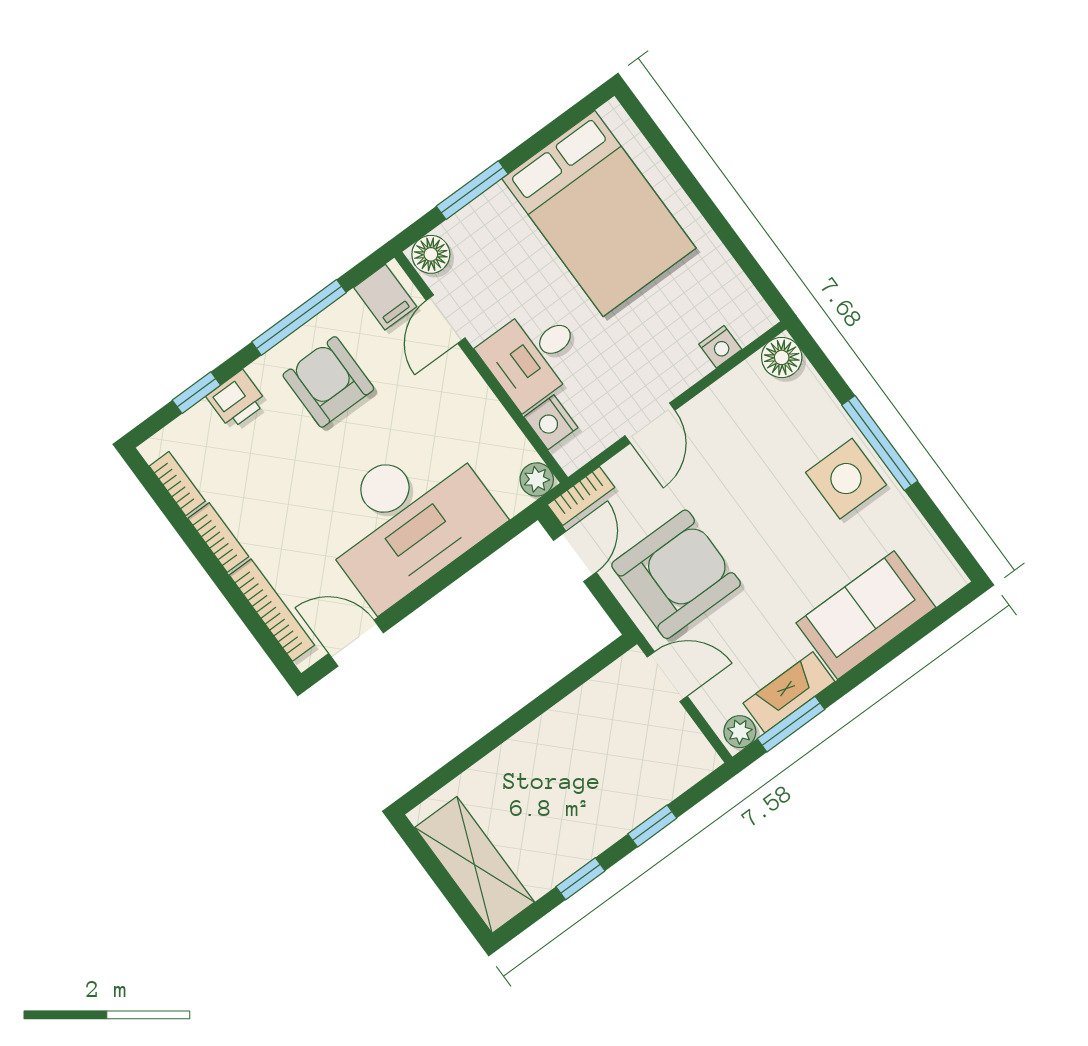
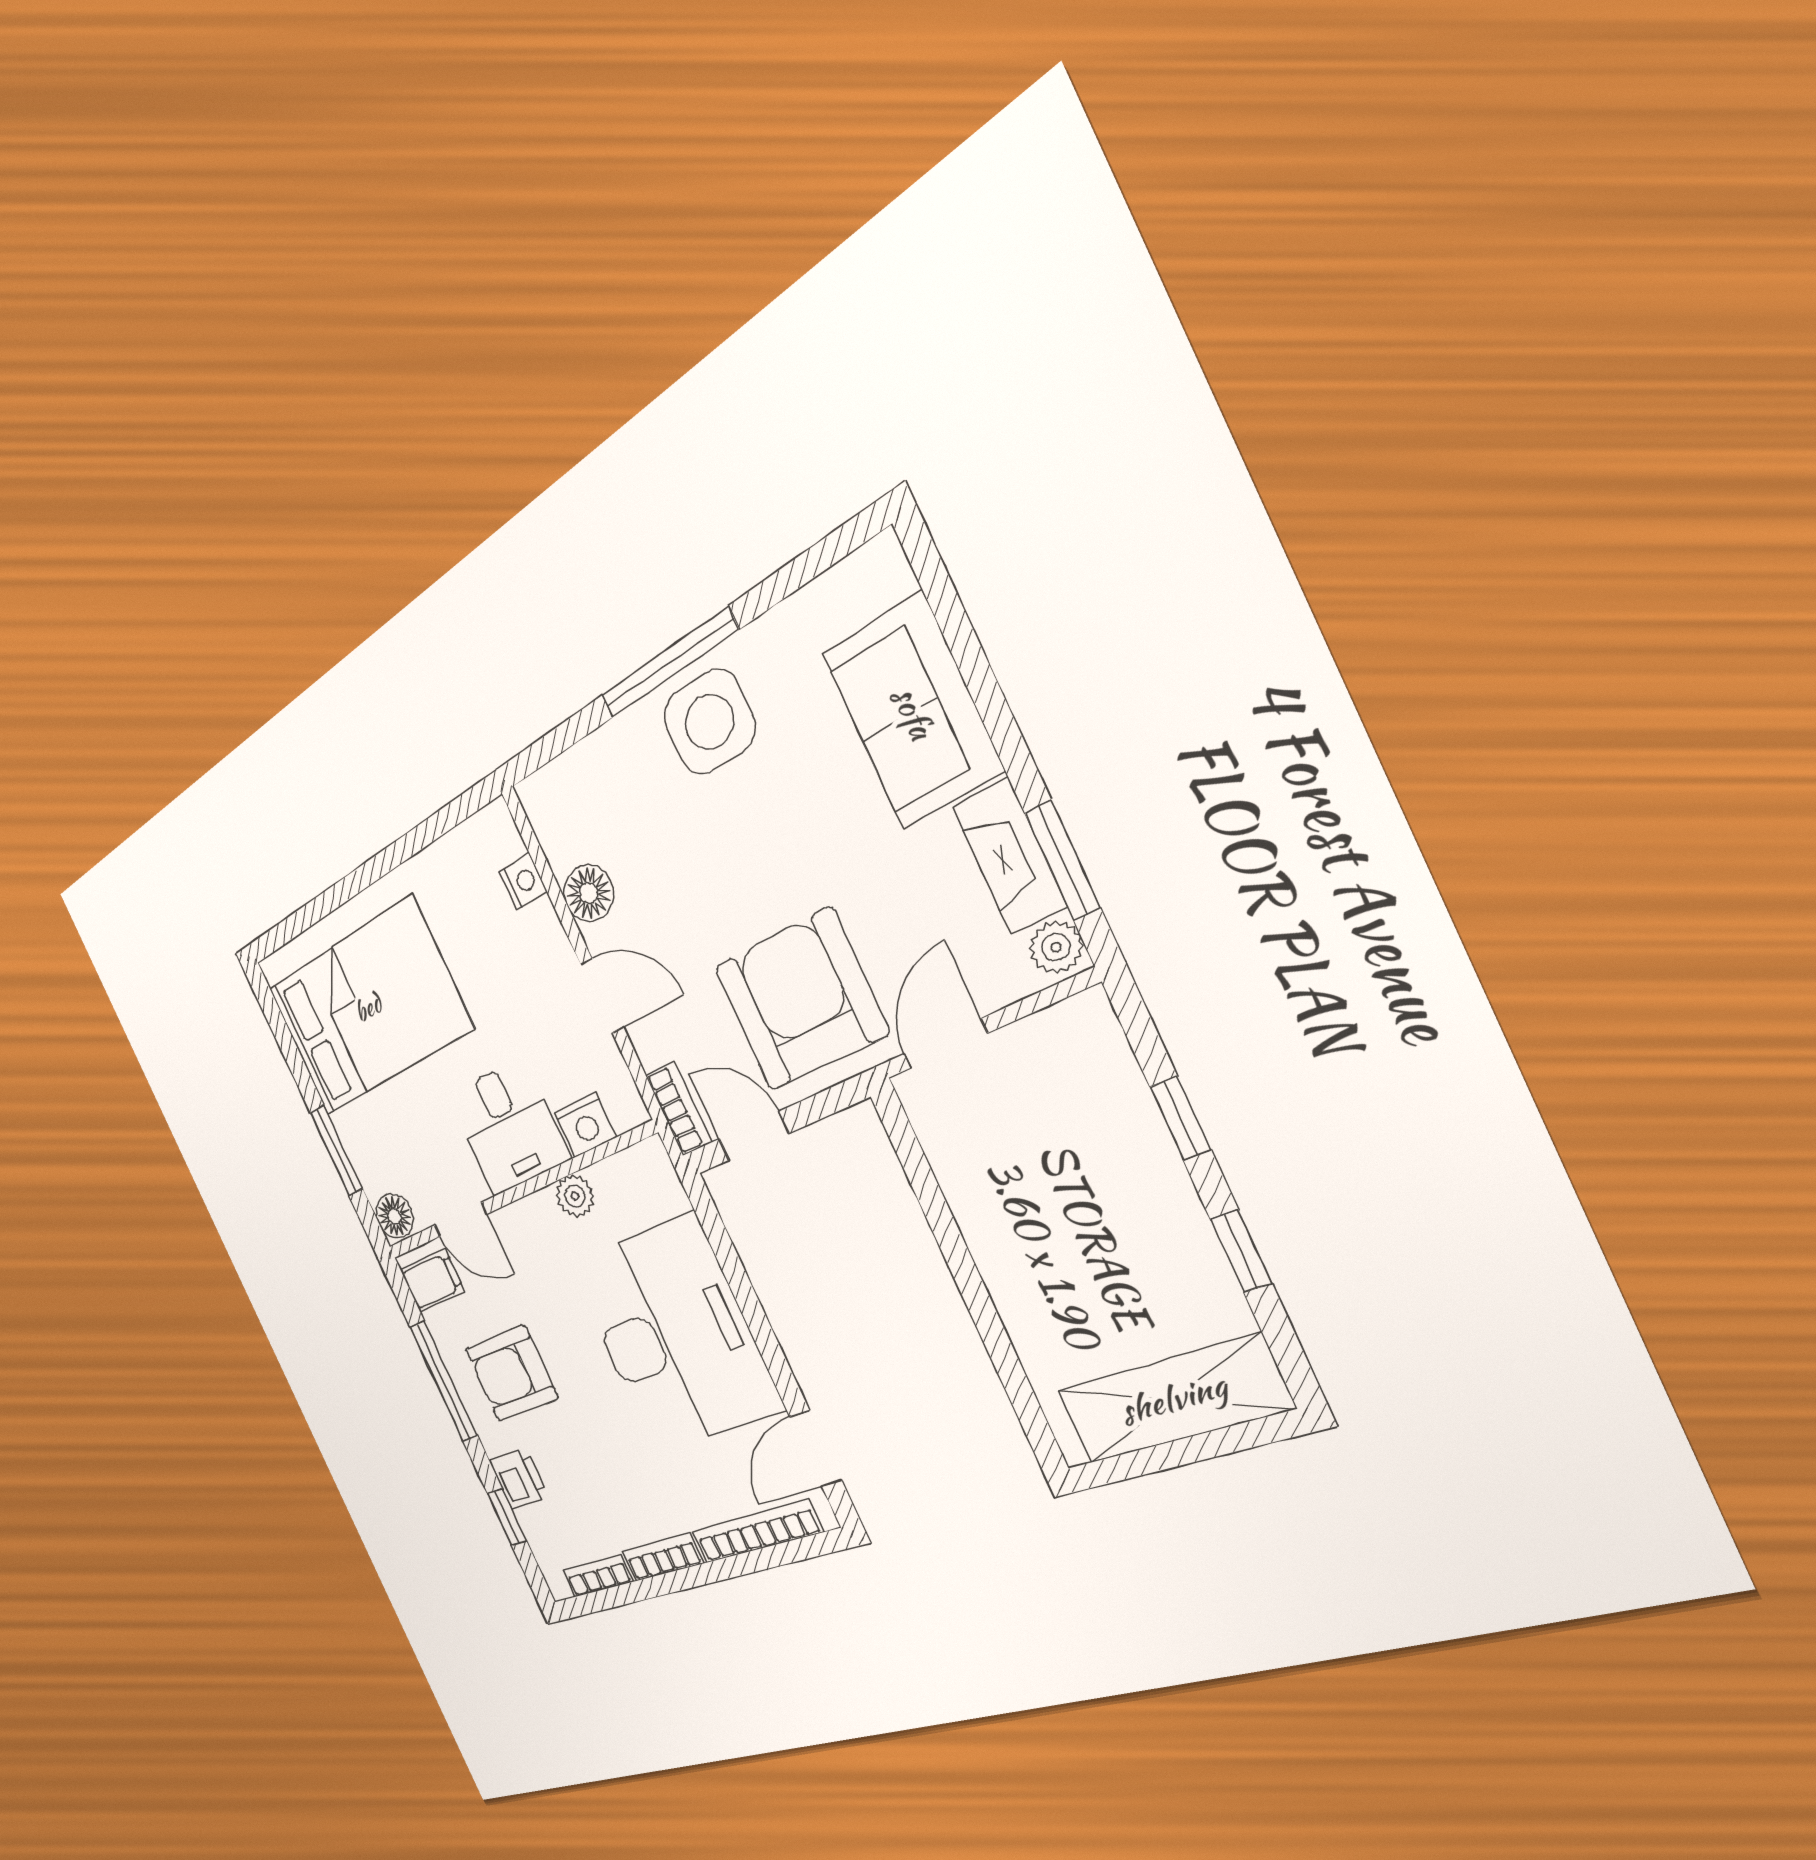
floor lamp: (782, 357) -> (589, 893), moved
plant: (537, 479) -> (575, 1196), moved

